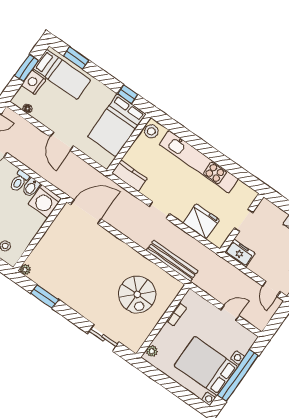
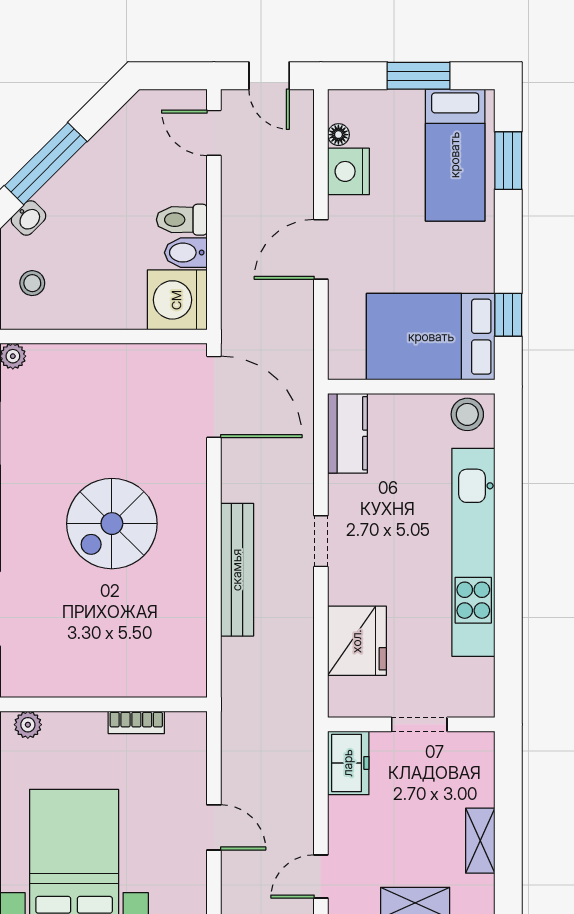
nightstand: (34, 82) -> (348, 171), moved, turned -90
bench: (172, 261) -> (237, 570), moved
spiral stairs: (137, 294) -> (112, 524), moved

